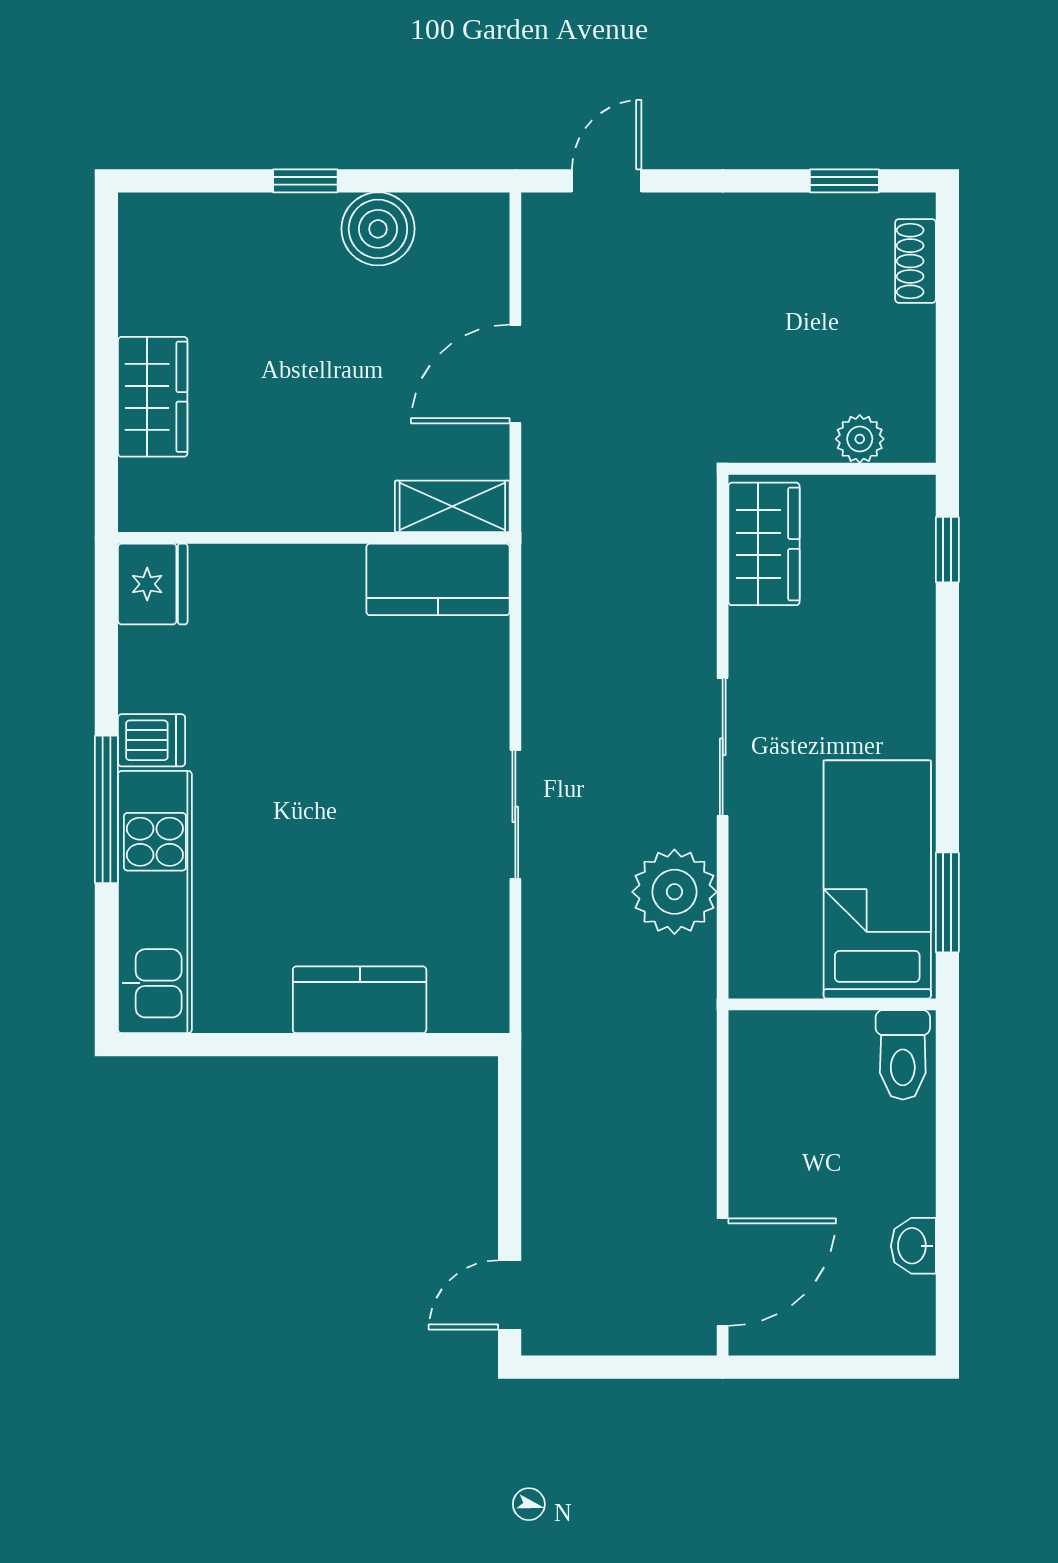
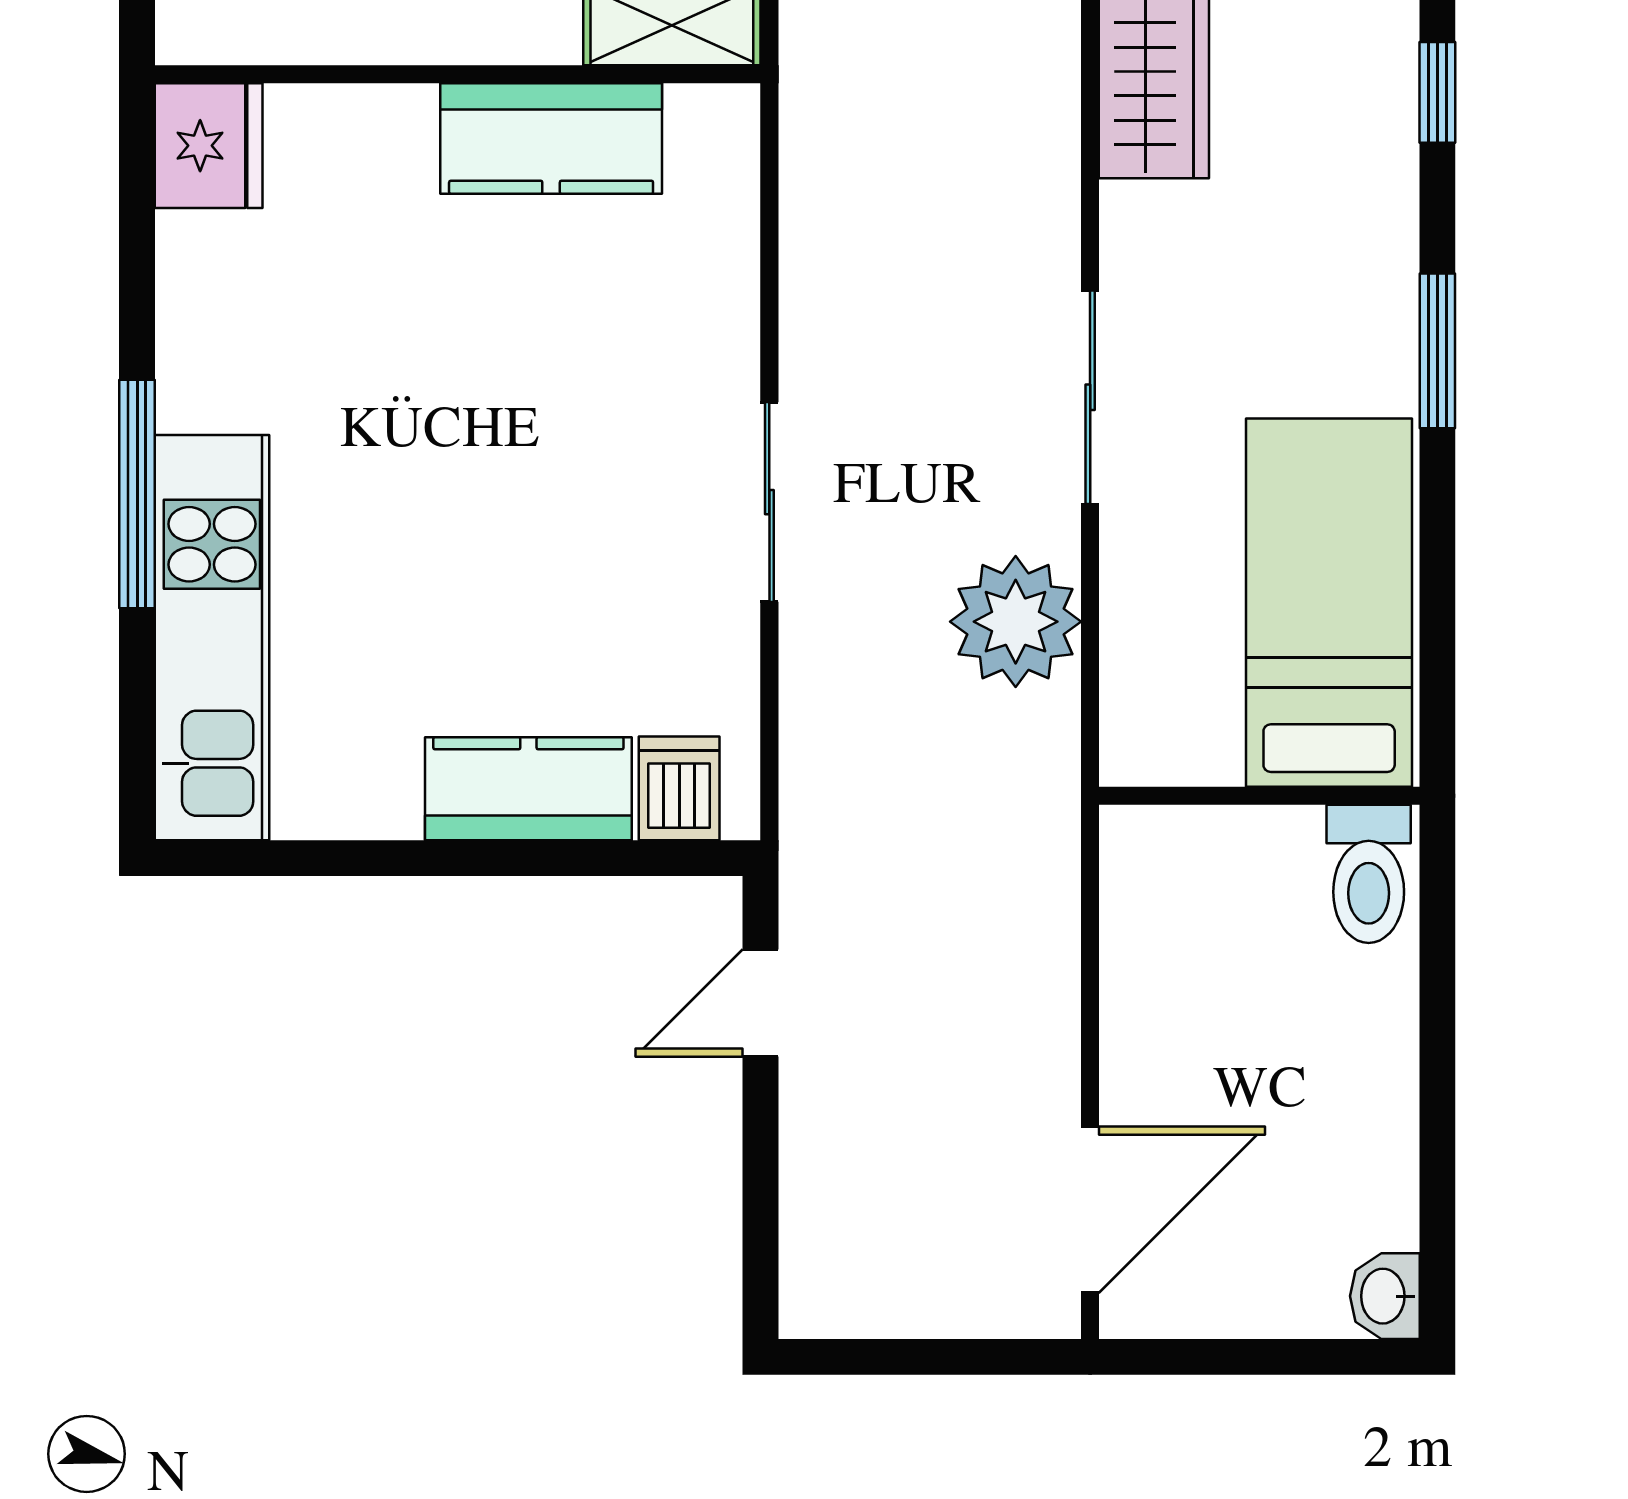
kitchen counter: (438, 579) -> (551, 139), moved
dishwasher: (152, 740) -> (679, 788), moved, turned -90
window: (947, 902) -> (1437, 351), moved
washbasin: (913, 1246) -> (1385, 1296), moved
door: (510, 1295) -> (760, 1003), moved

